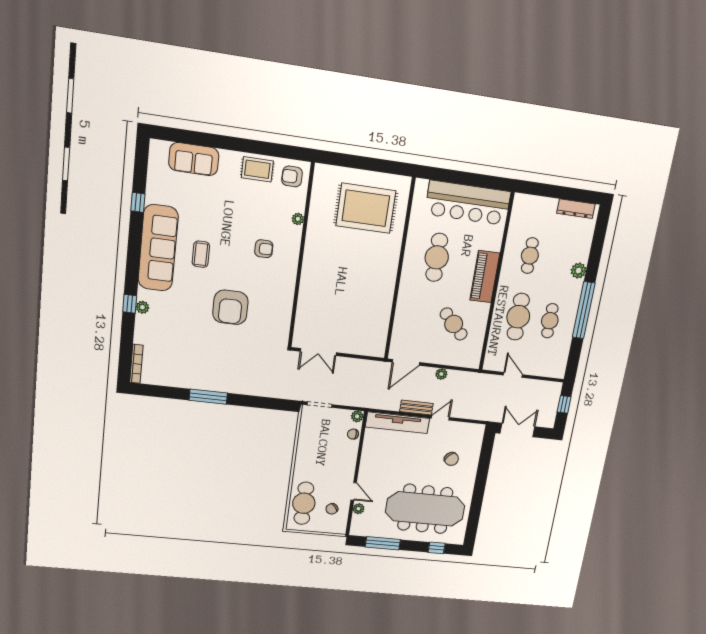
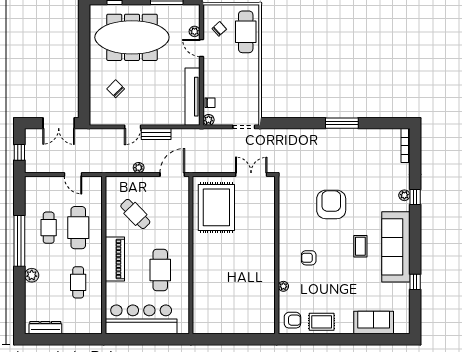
rug: (366, 208) -> (216, 207), moved, turned 90
tv unit: (397, 423) -> (193, 97), moved, turned -90

